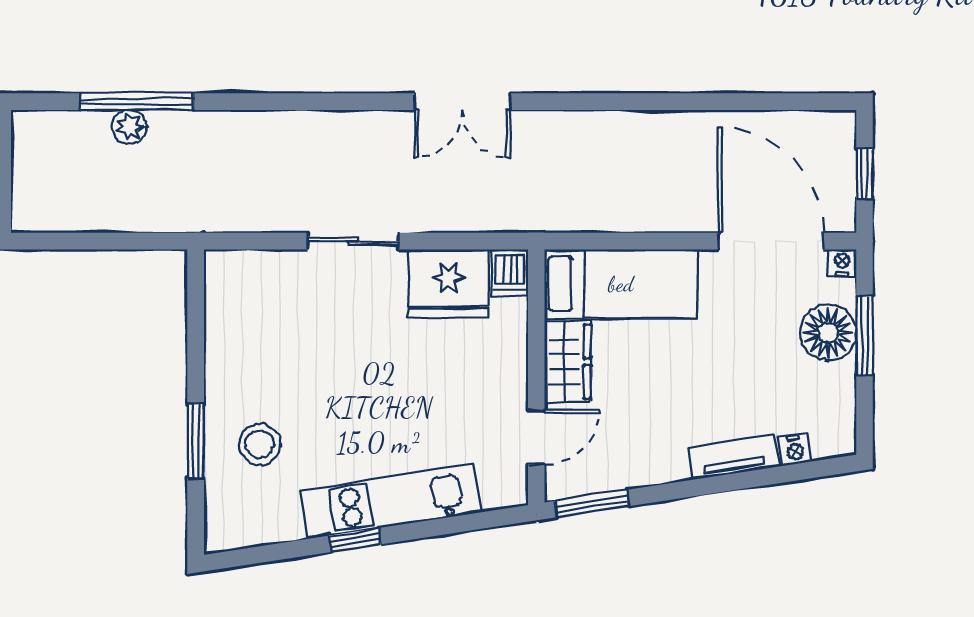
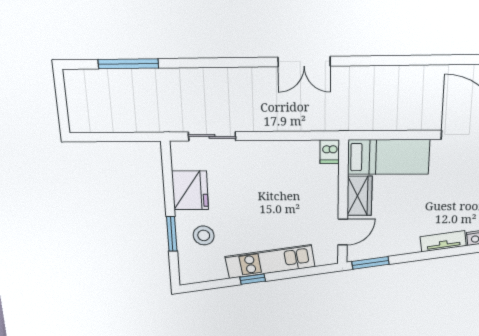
plant: (130, 127) -> (126, 77), removed
sliding door: (353, 241) -> (212, 136), moved
fridge: (448, 283) -> (190, 190), moved, turned -90

